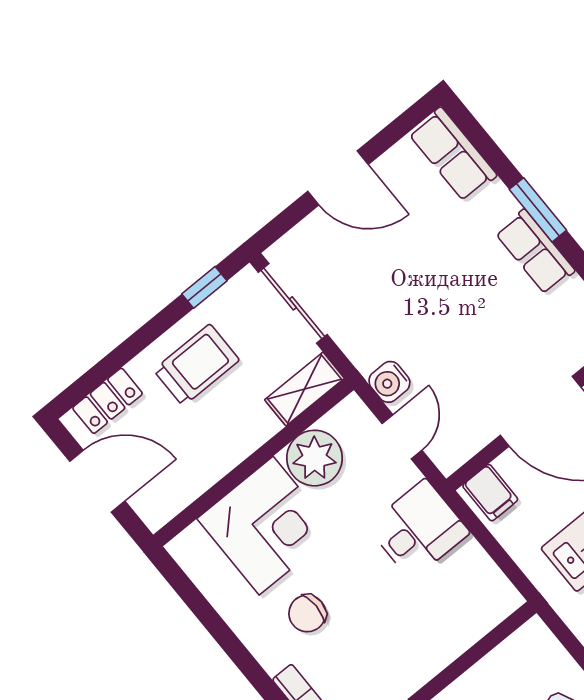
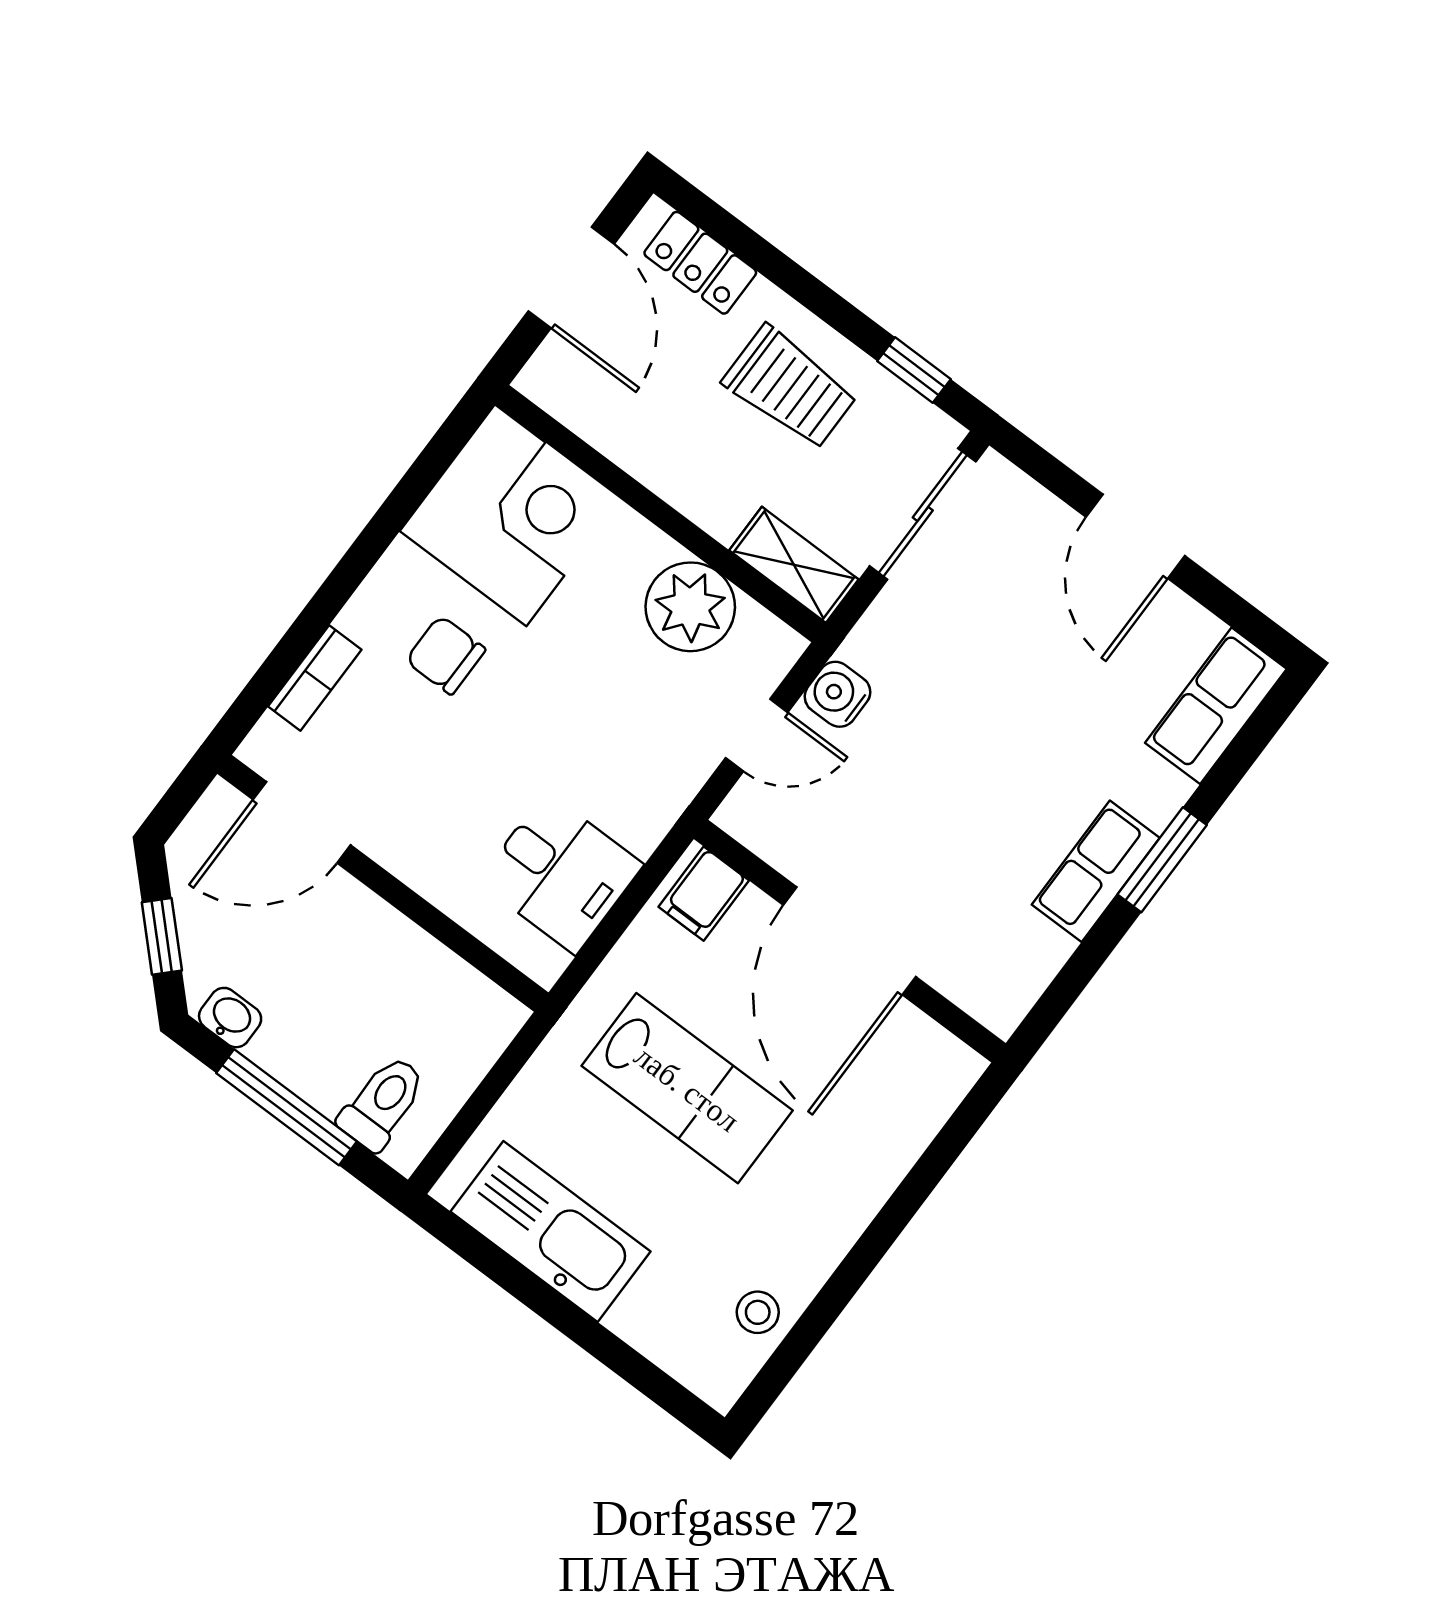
corner desk: (266, 526) -> (511, 515), moved, turned -90
desk: (418, 529) -> (561, 873), moved

